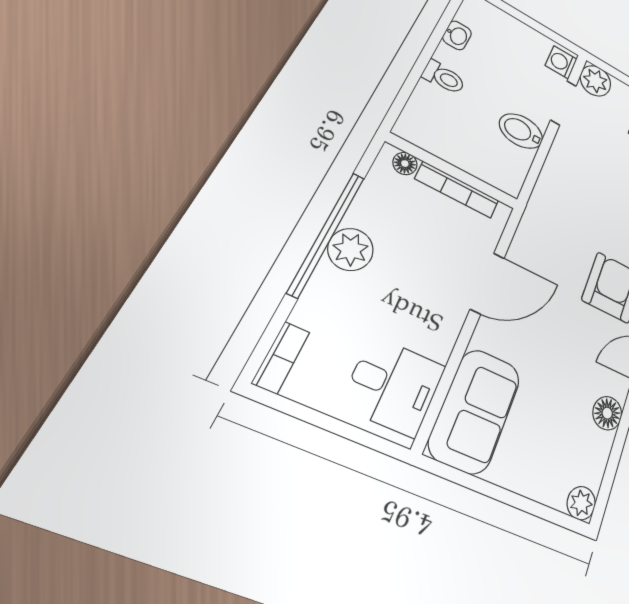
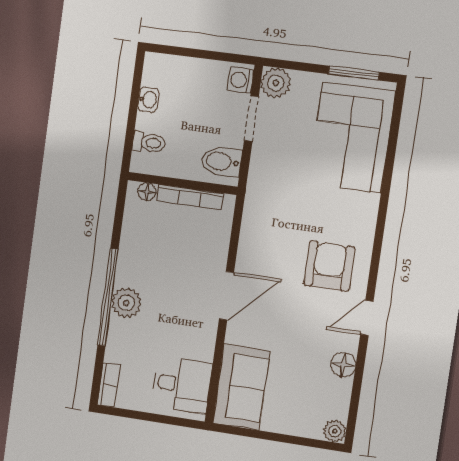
floor lamp: (405, 164) -> (147, 192), moved
wall: (453, 171) -> (182, 183), moved
bookcase: (457, 190) -> (190, 197), moved

